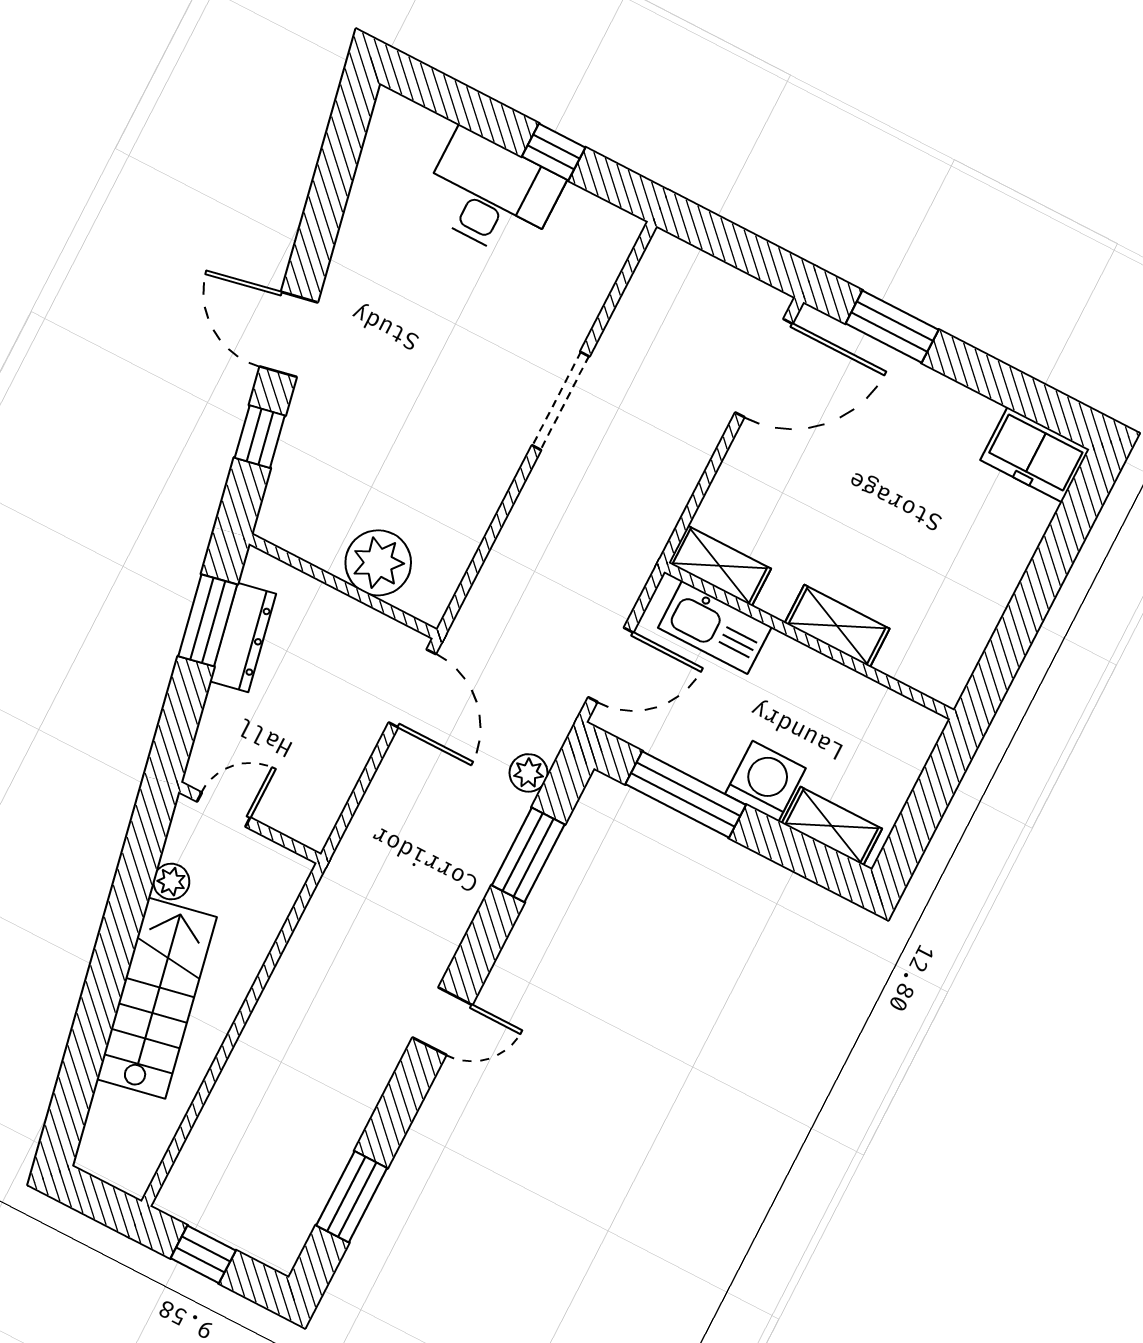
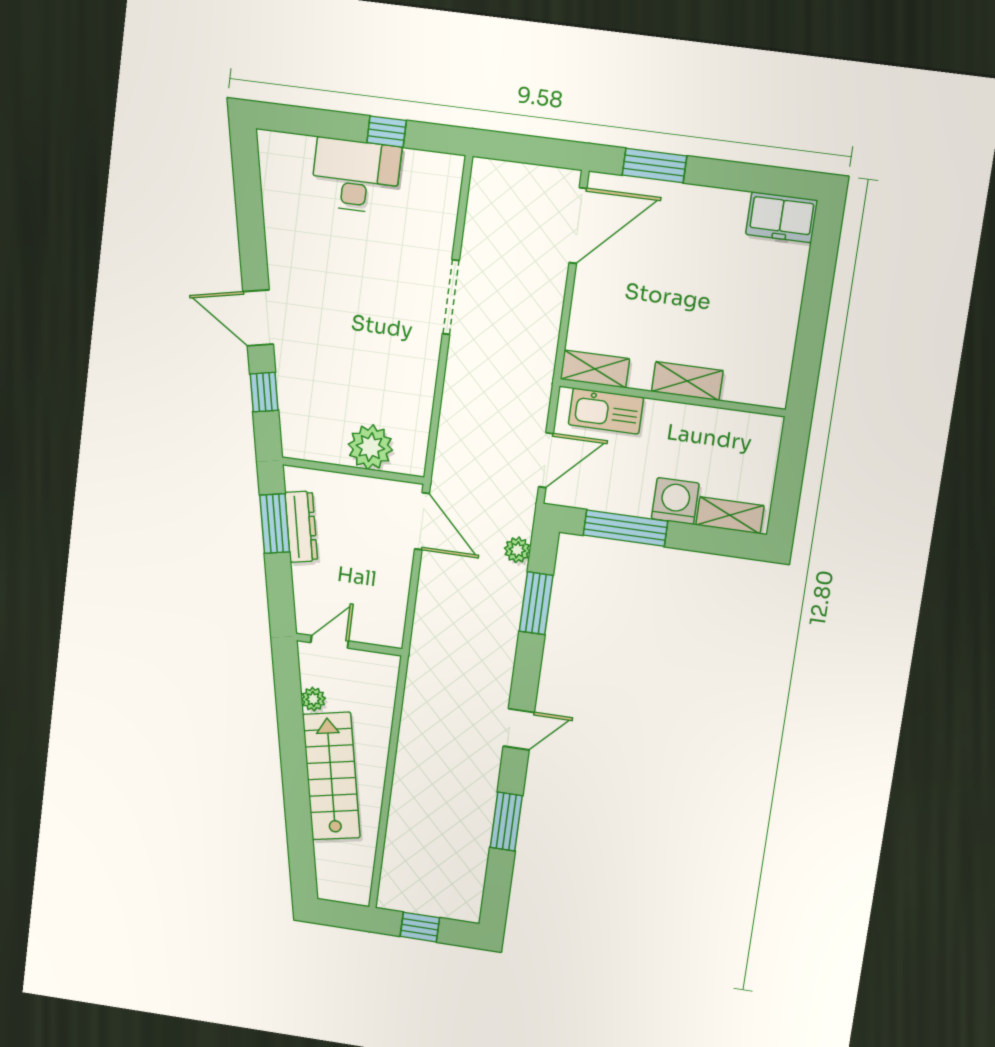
window: (352, 1197) -> (506, 822), moved

